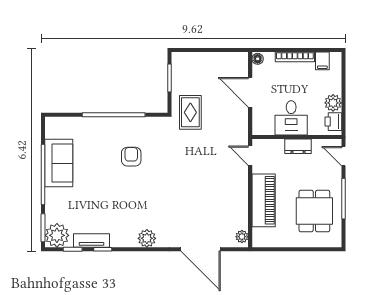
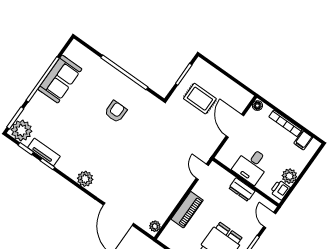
rug: (190, 112) -> (200, 99), moved, turned 90
piano: (264, 200) -> (187, 210), width x0.73, depth x0.75

